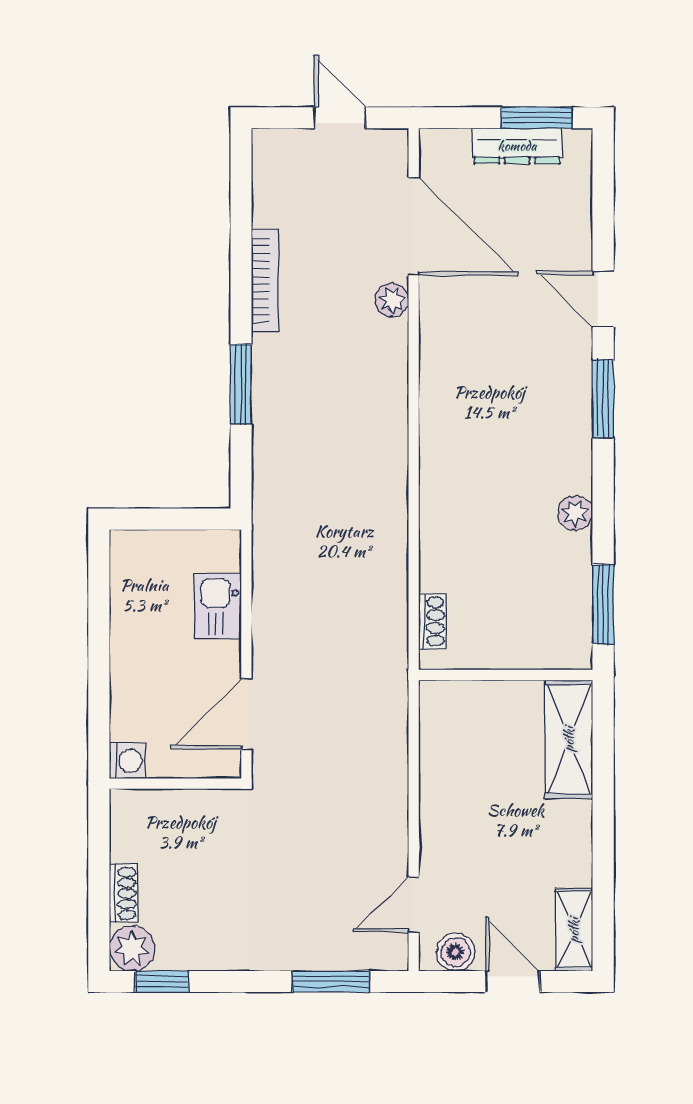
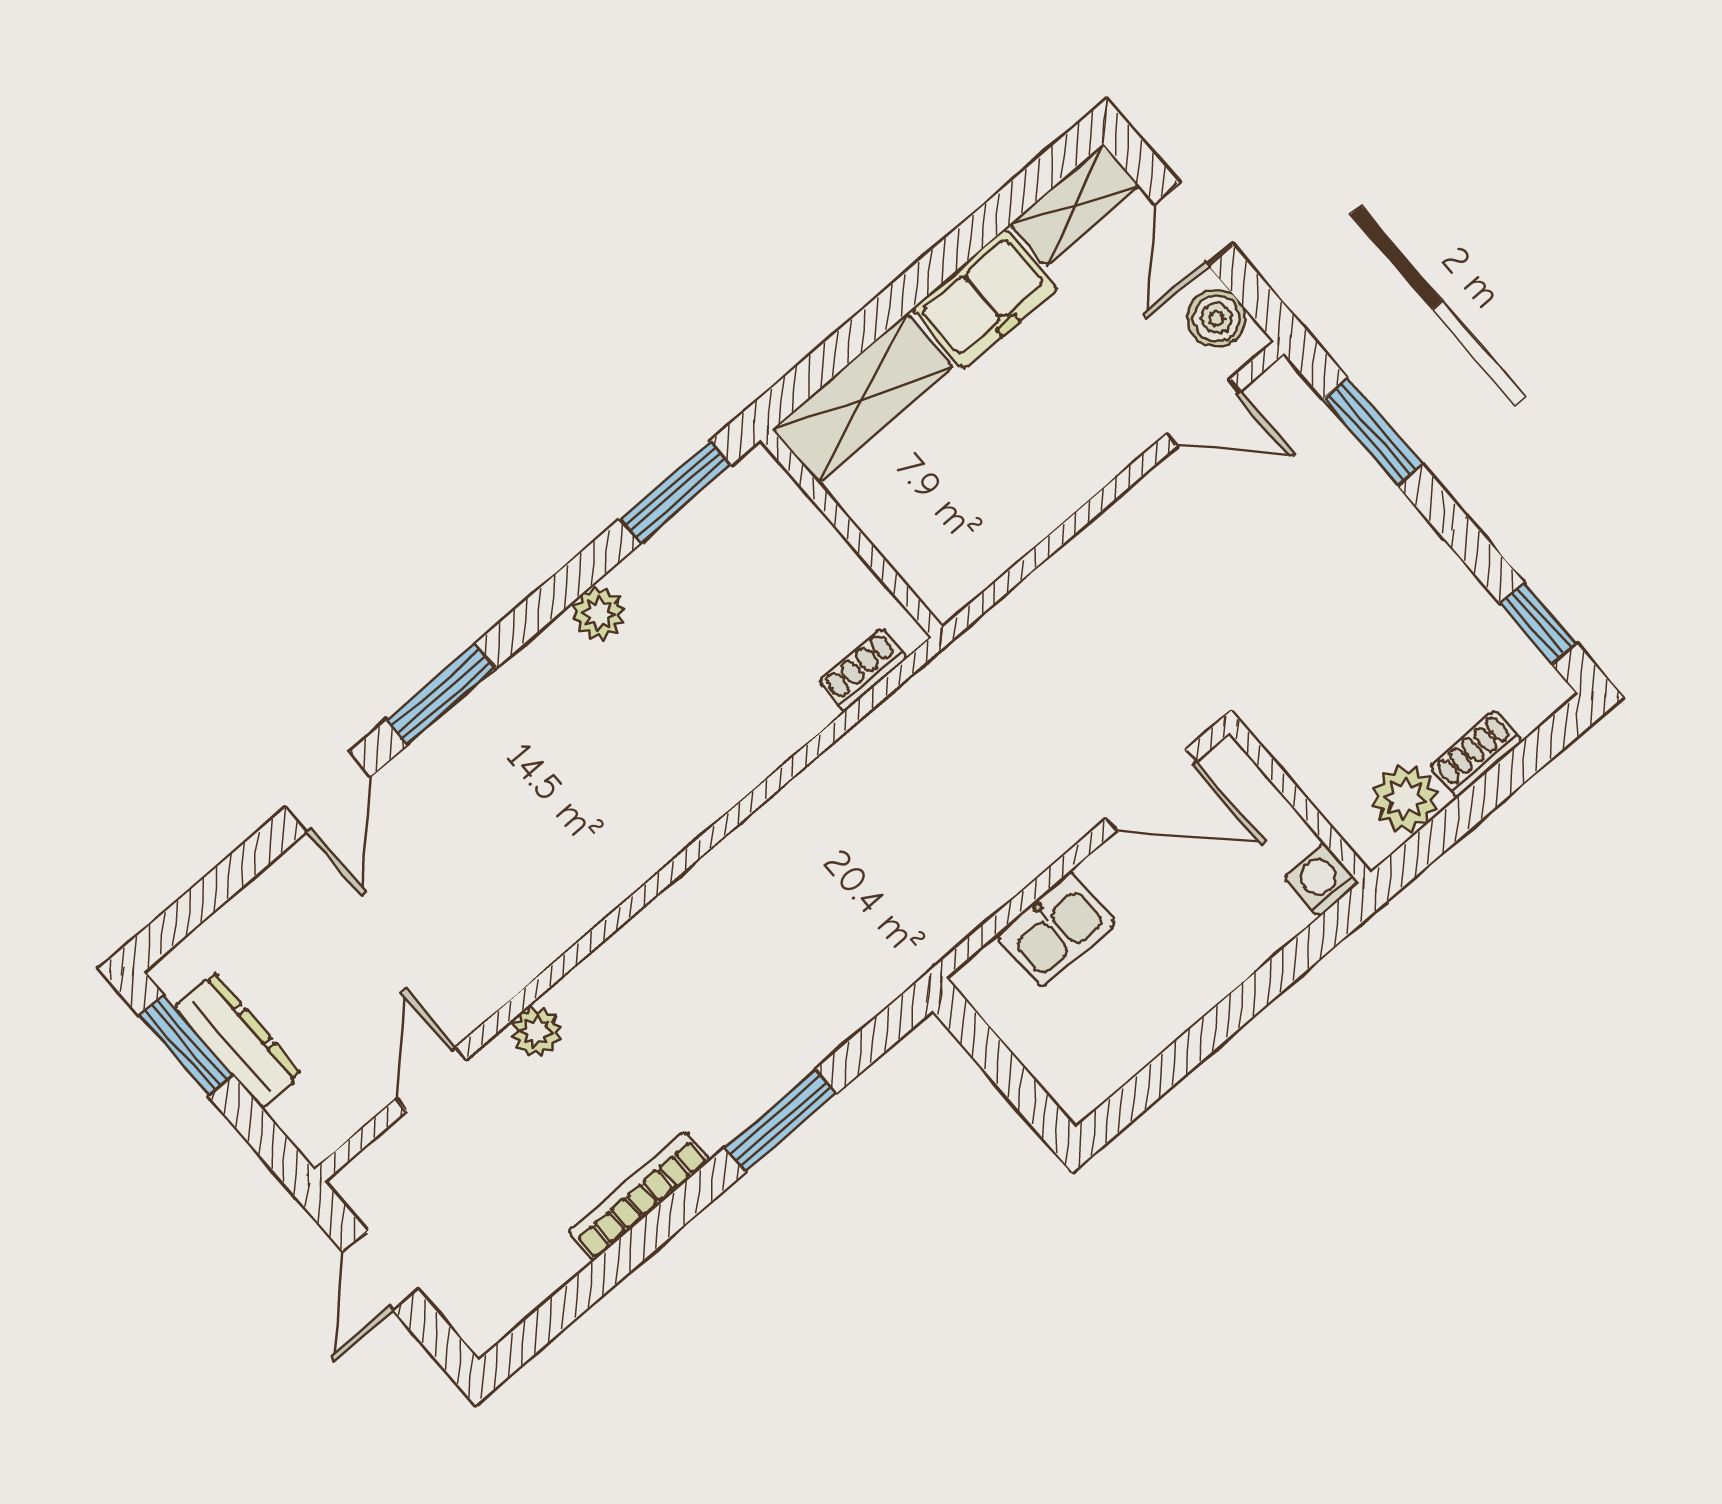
door: (414, 226) -> (431, 1079), width x0.53
freezer: (566, 844) -> (985, 299), added
plant: (132, 948) -> (1405, 798), moved

